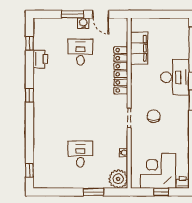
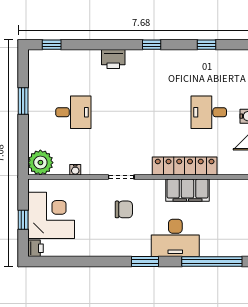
window: (29, 43) -> (207, 45), moved
filing cabinet: (139, 48) -> (188, 190), moved
desk: (80, 52) -> (209, 112), turned 180
printer: (40, 59) -> (113, 59), moved
window: (93, 192) -> (23, 101), moved

